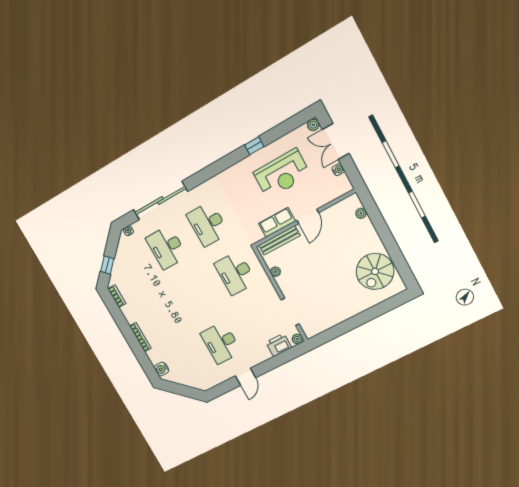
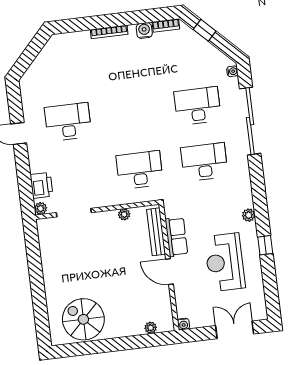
plant: (313, 125) -> (249, 215), moved
water cooler: (338, 170) -> (184, 324), moved
water cooler: (161, 369) -> (144, 31), moved

